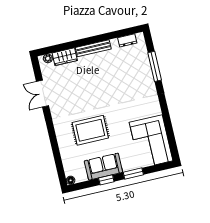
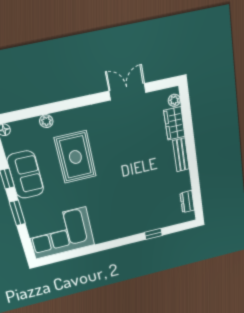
bench: (93, 48) -> (181, 155), width x0.73
window: (155, 66) -> (153, 234), width x0.46
plant: (64, 151) -> (46, 121), added

